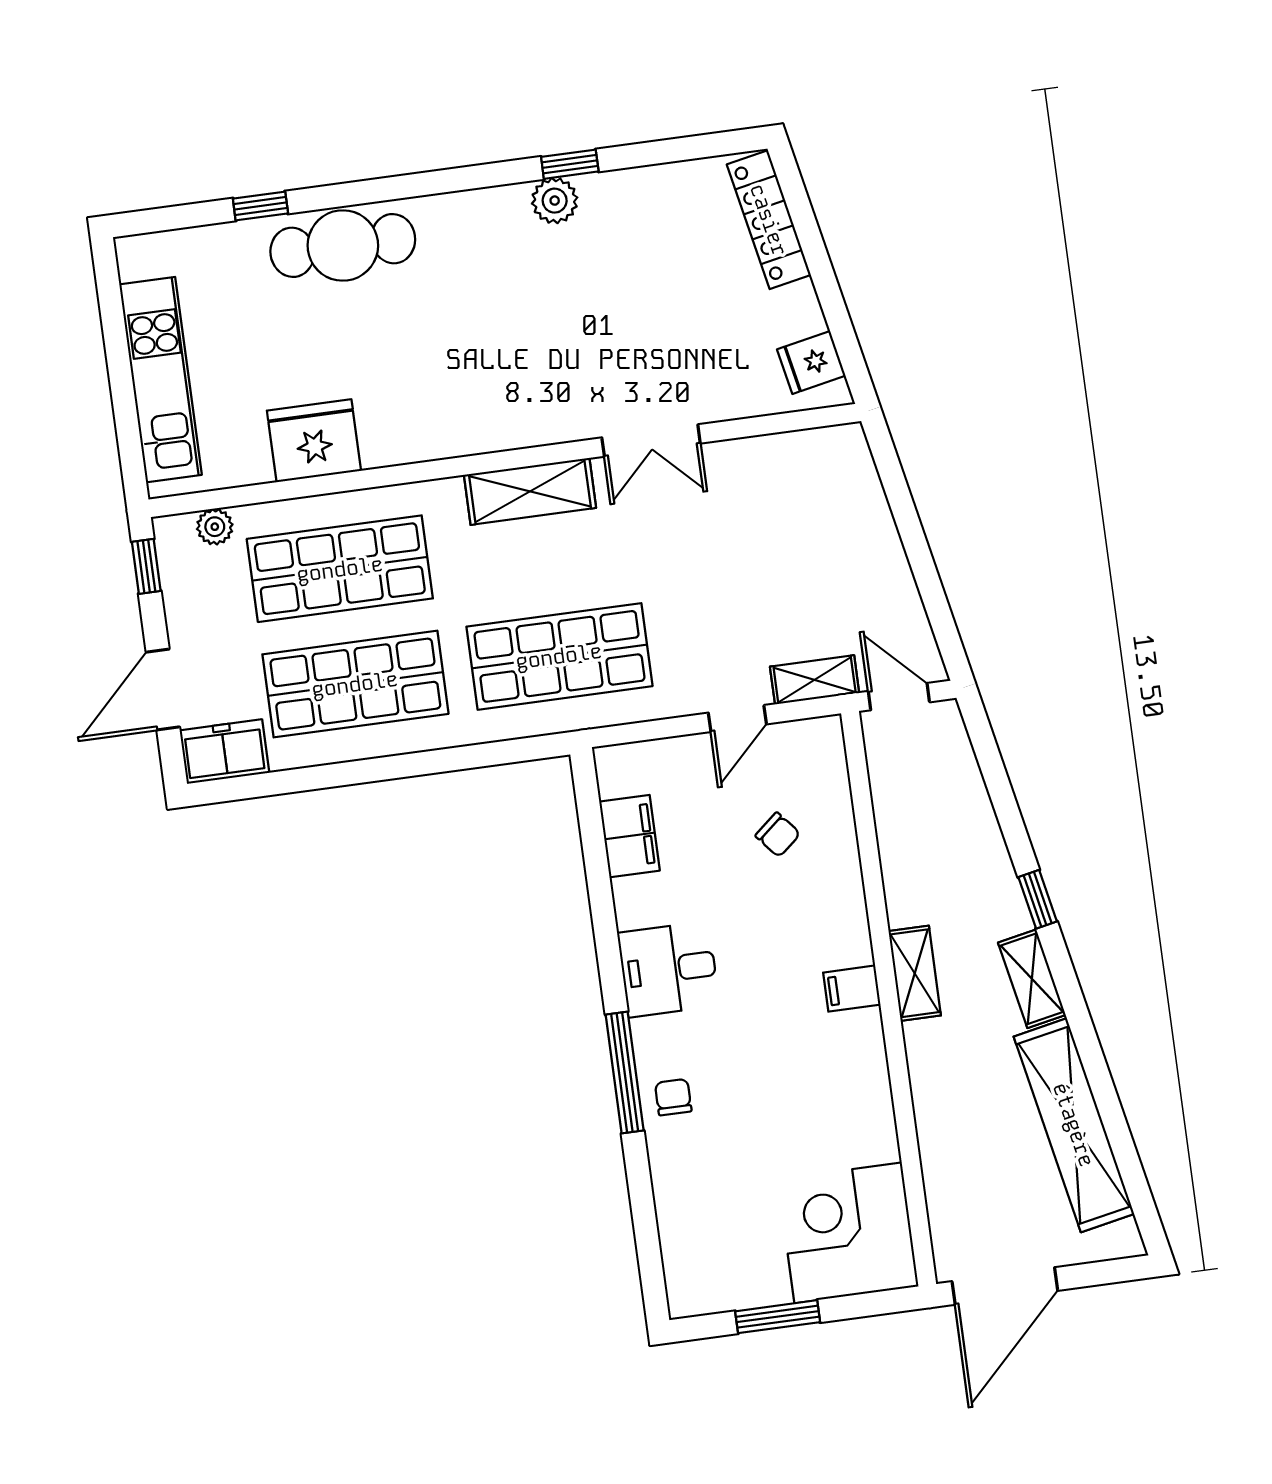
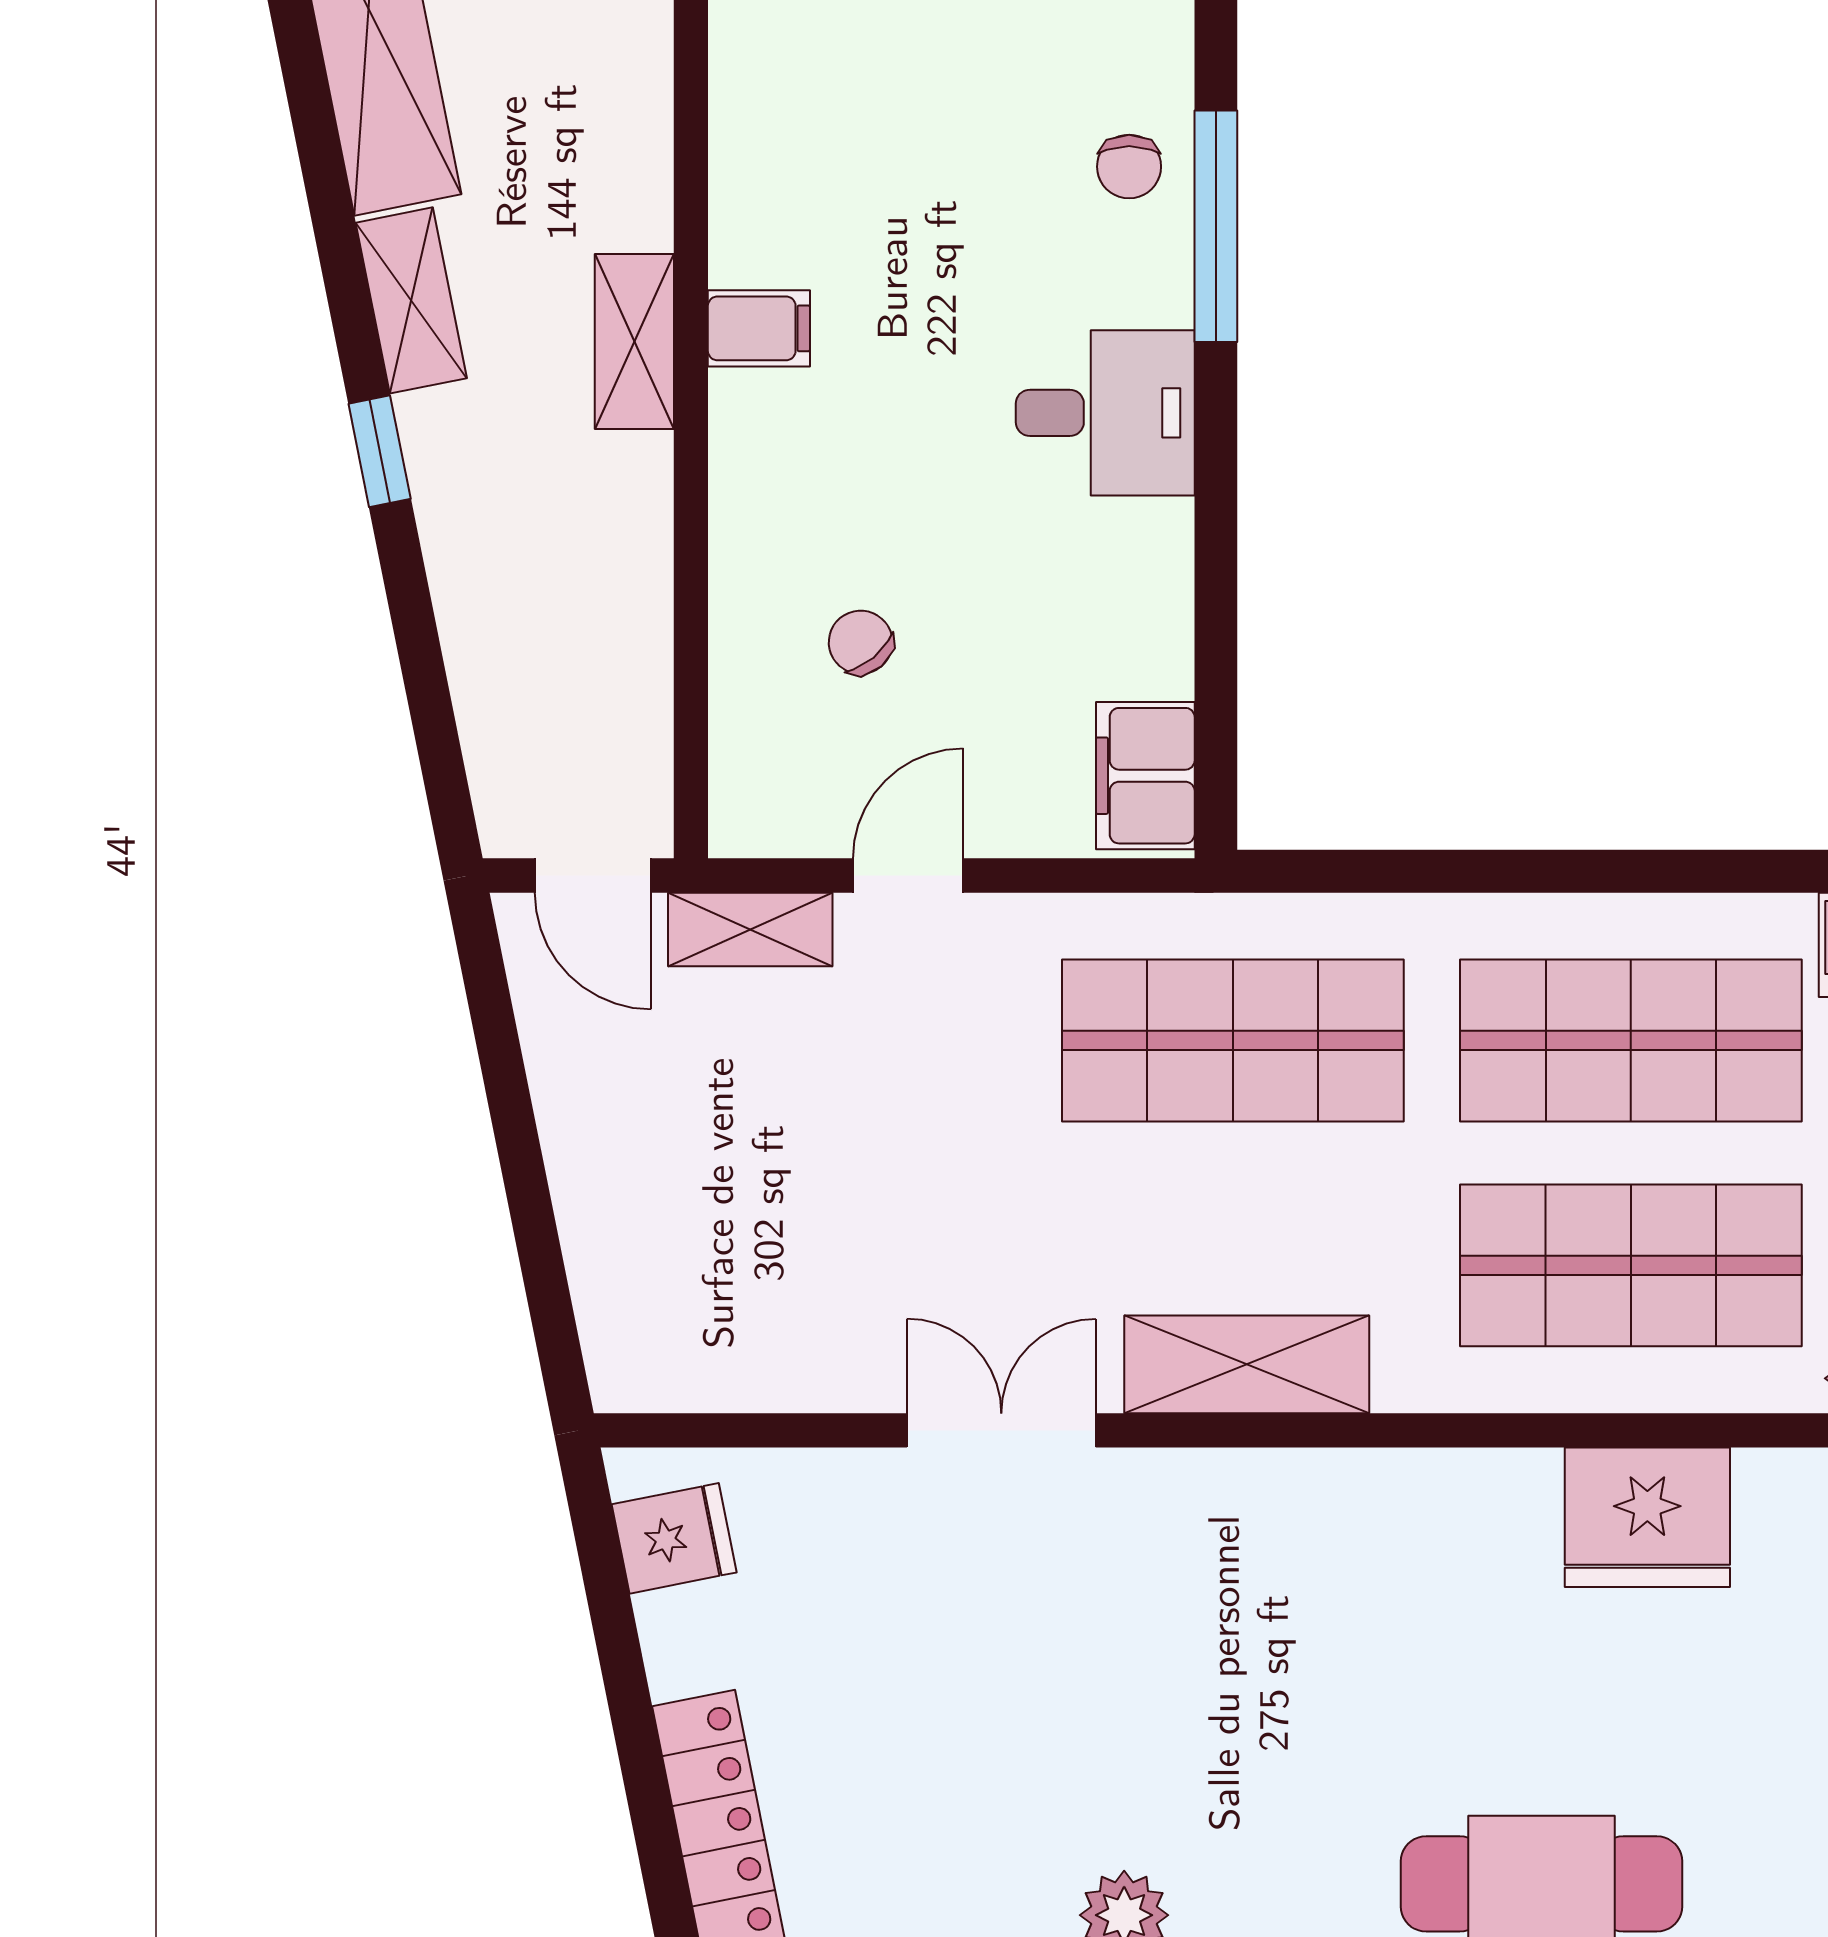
filing cabinet: (629, 836) -> (1145, 776), moved

